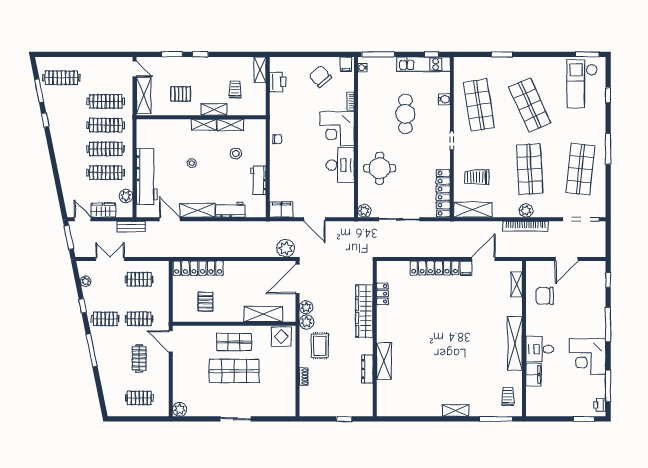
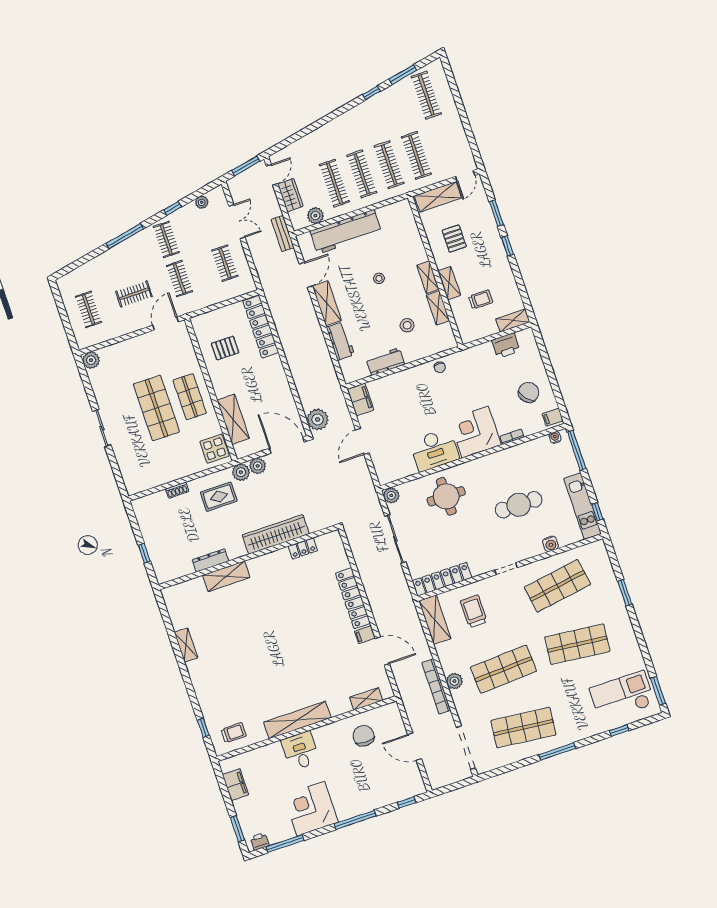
shop shelf: (530, 105) -> (577, 644), turned 30
filing cabinet: (534, 374) -> (236, 785), moved, turned -90
shelving: (456, 410) -> (186, 645), moved
window: (496, 419) -> (203, 728), width x0.46

